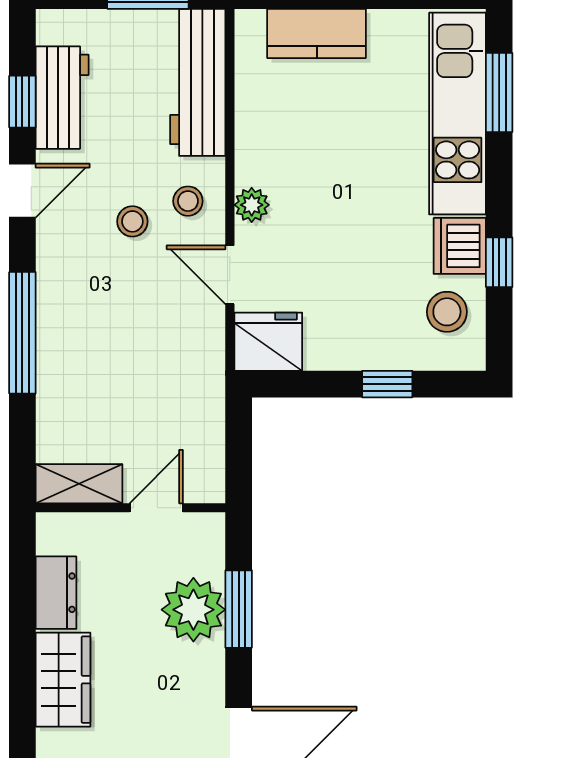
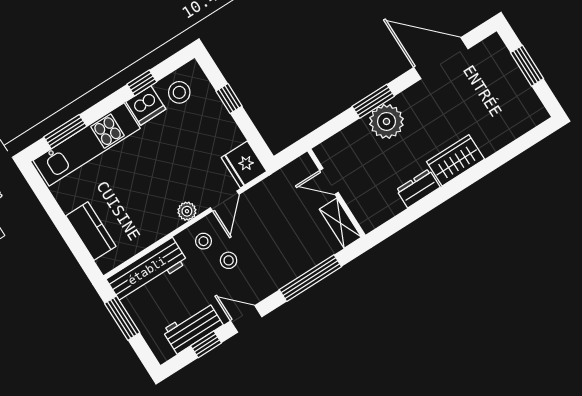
shelving: (79, 484) -> (340, 223), moved
wall: (131, 508) -> (336, 193), moved
door: (156, 508) -> (329, 181), moved

